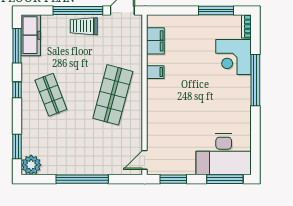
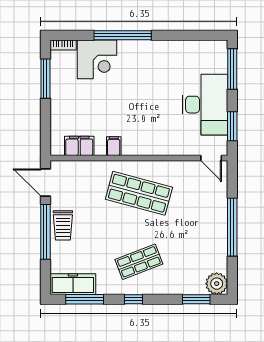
desk: (224, 154) -> (205, 105), moved

